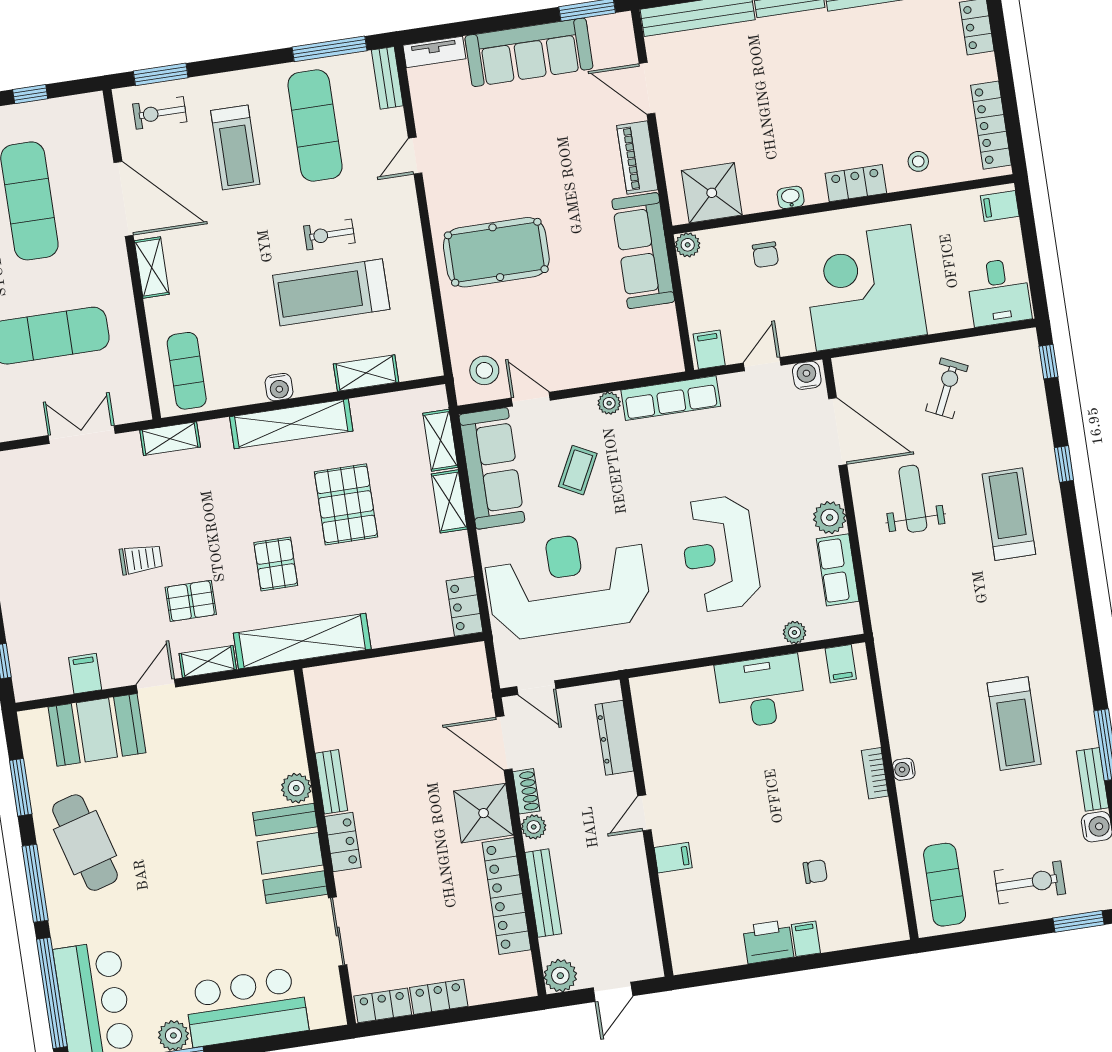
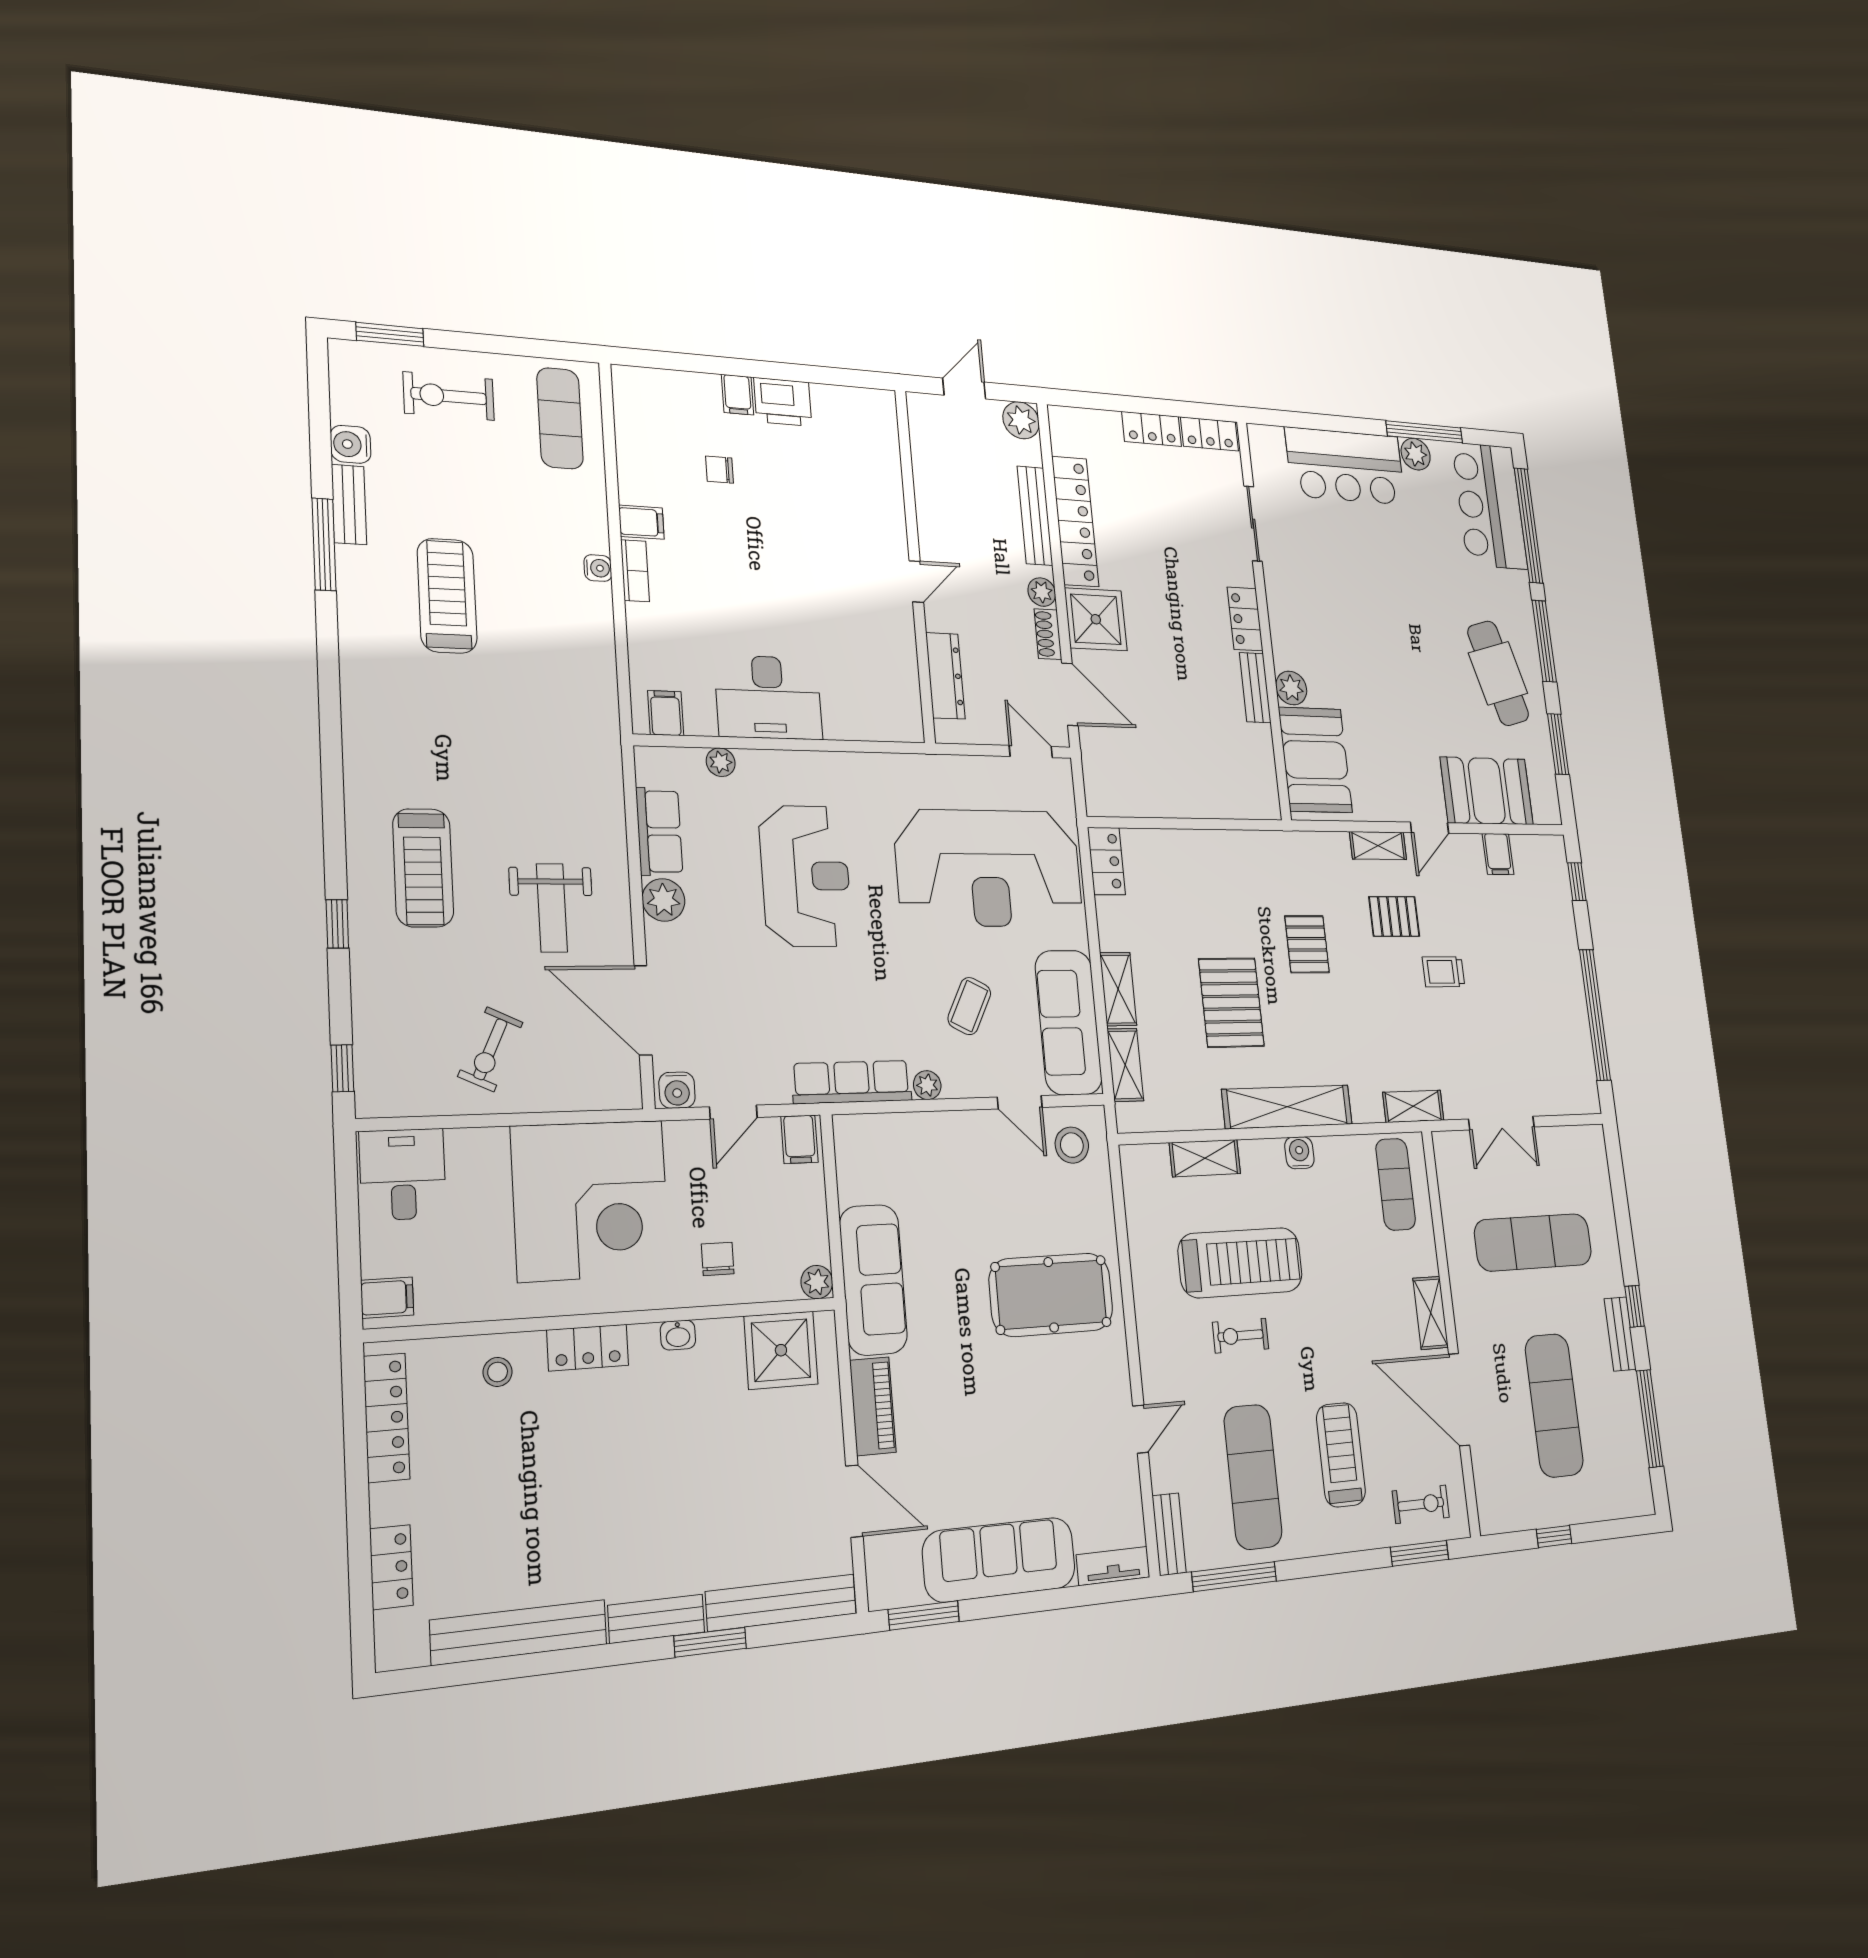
exercise bike: (329, 234) -> (1241, 1336), turned 180
shelving: (302, 641) -> (1282, 851), removed
booth: (290, 853) -> (1315, 760), moved
filing cabinet: (673, 858) -> (641, 522), moved, turned 180

